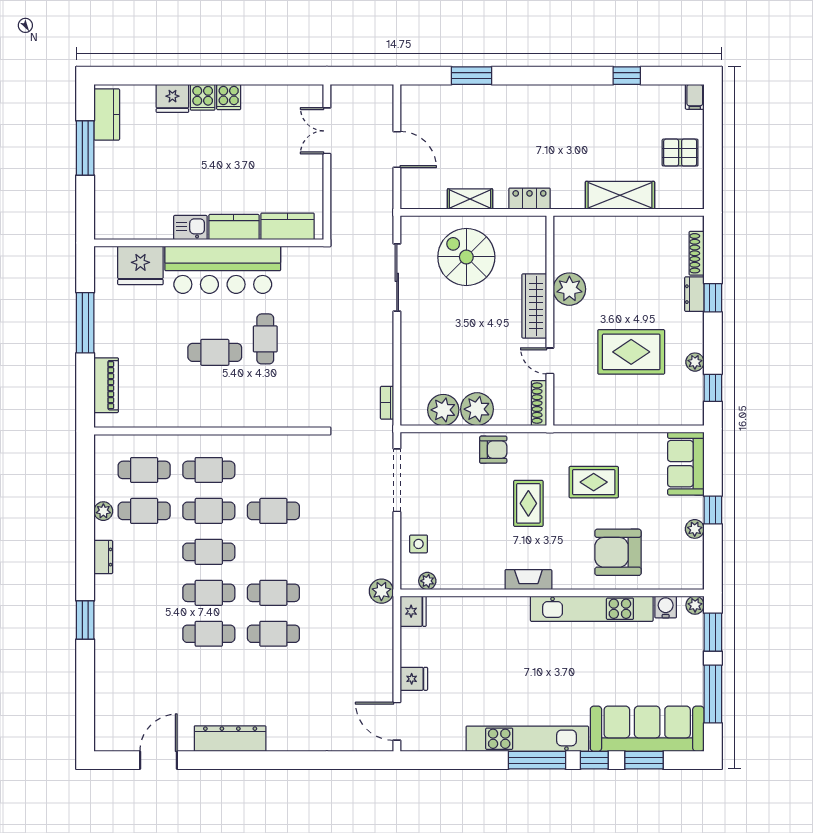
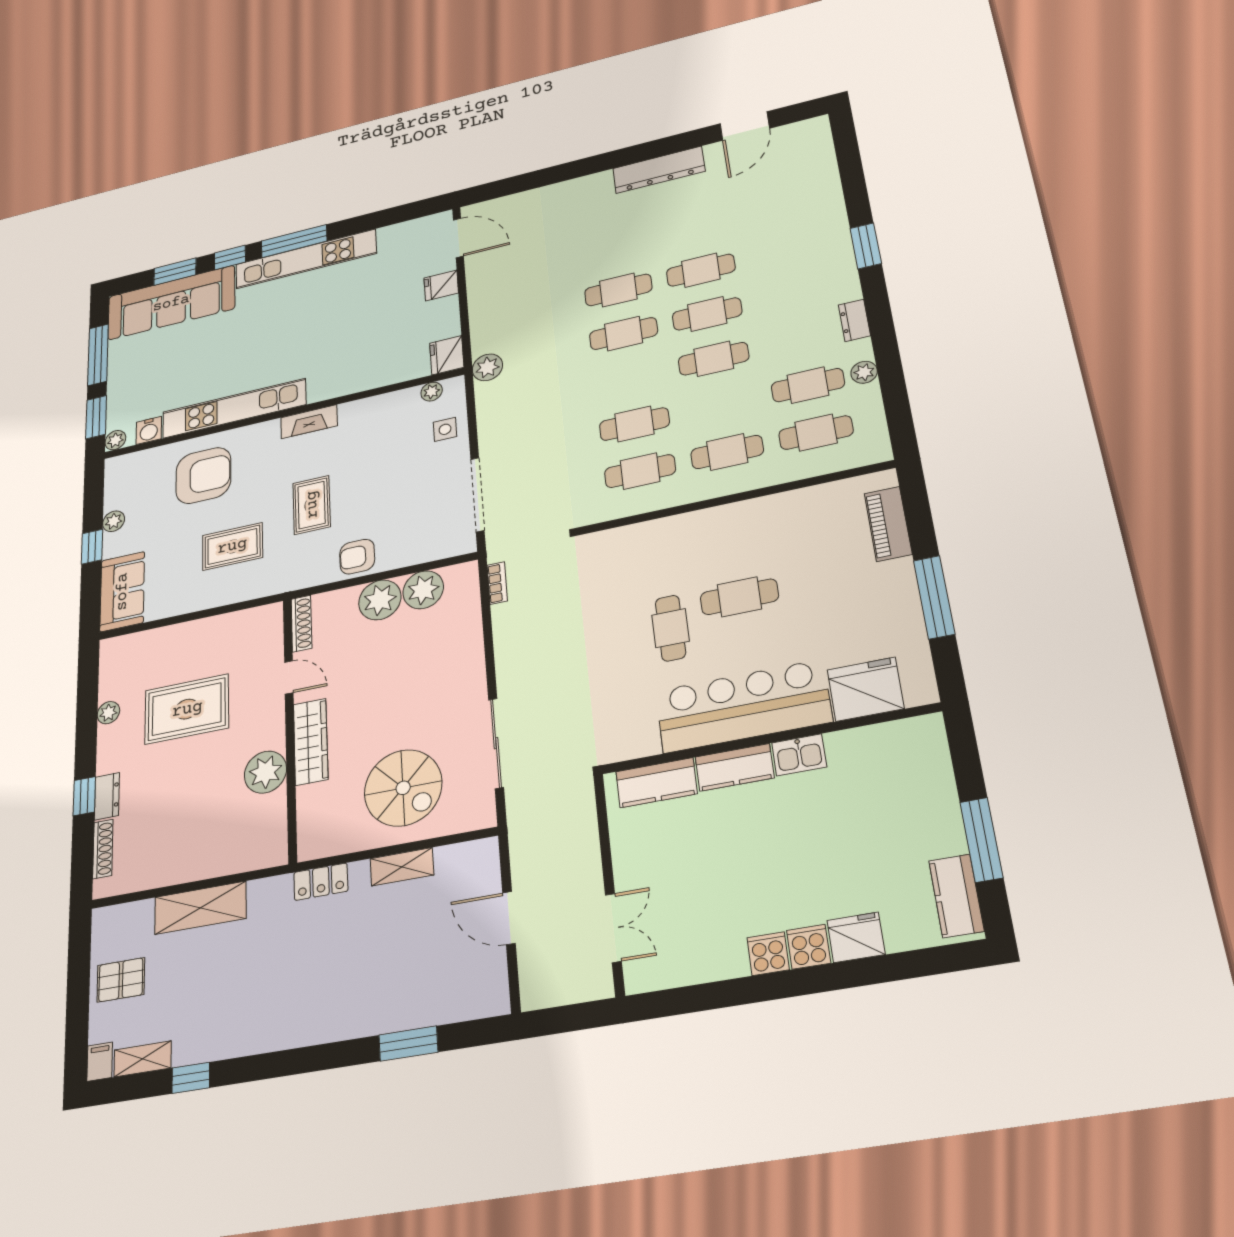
shelving: (663, 94) -> (143, 1059), added
window: (713, 388) -> (88, 686), removed
cafe table: (209, 511) -> (640, 471), moved

